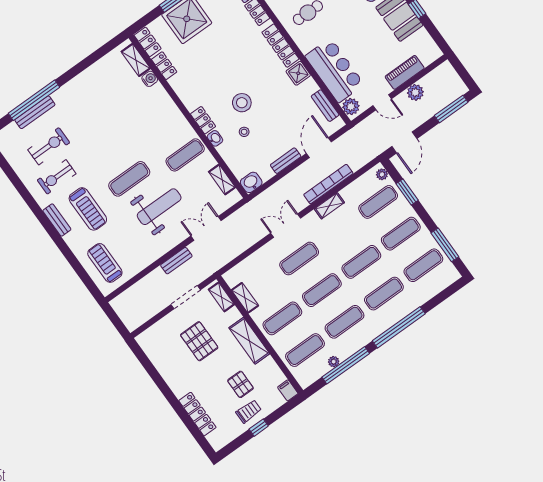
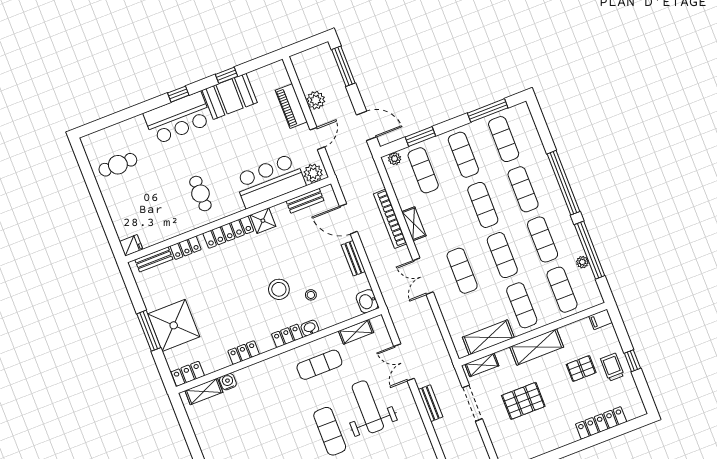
locker: (164, 66) -> (244, 353), moved
exercise mat: (185, 155) -> (319, 365), turned 90
shelving: (245, 298) -> (488, 337), width x1.50, depth x1.33

